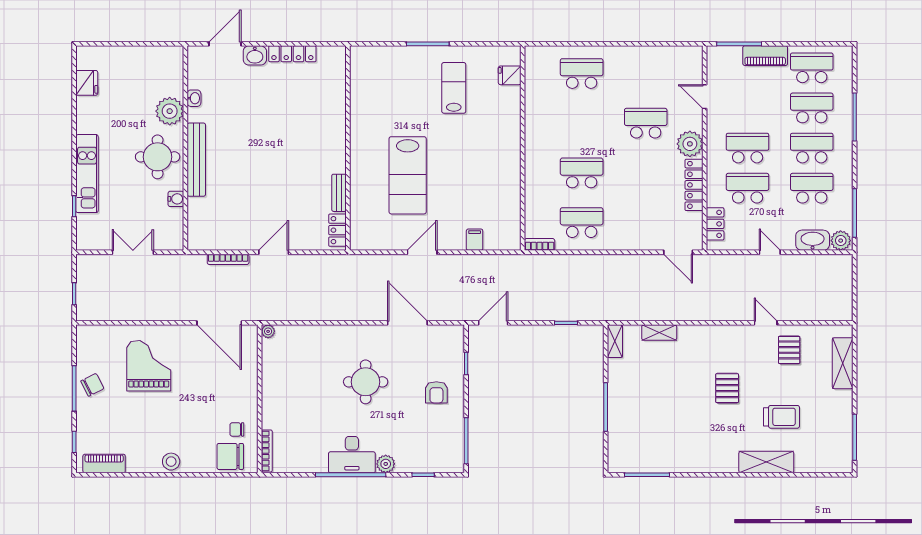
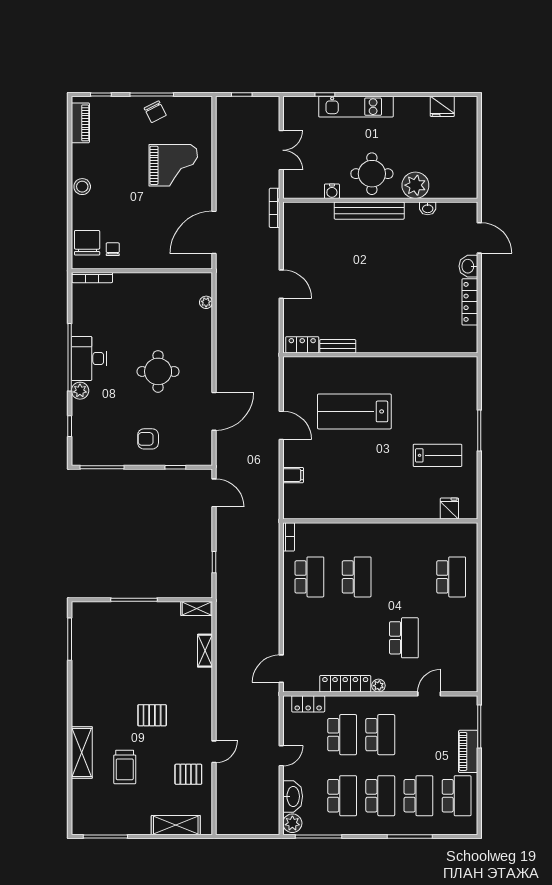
plant: (690, 144) -> (378, 686), width x0.53, depth x0.53
bookcase: (228, 259) -> (274, 208), moved
plant: (268, 331) -> (206, 302), moved

